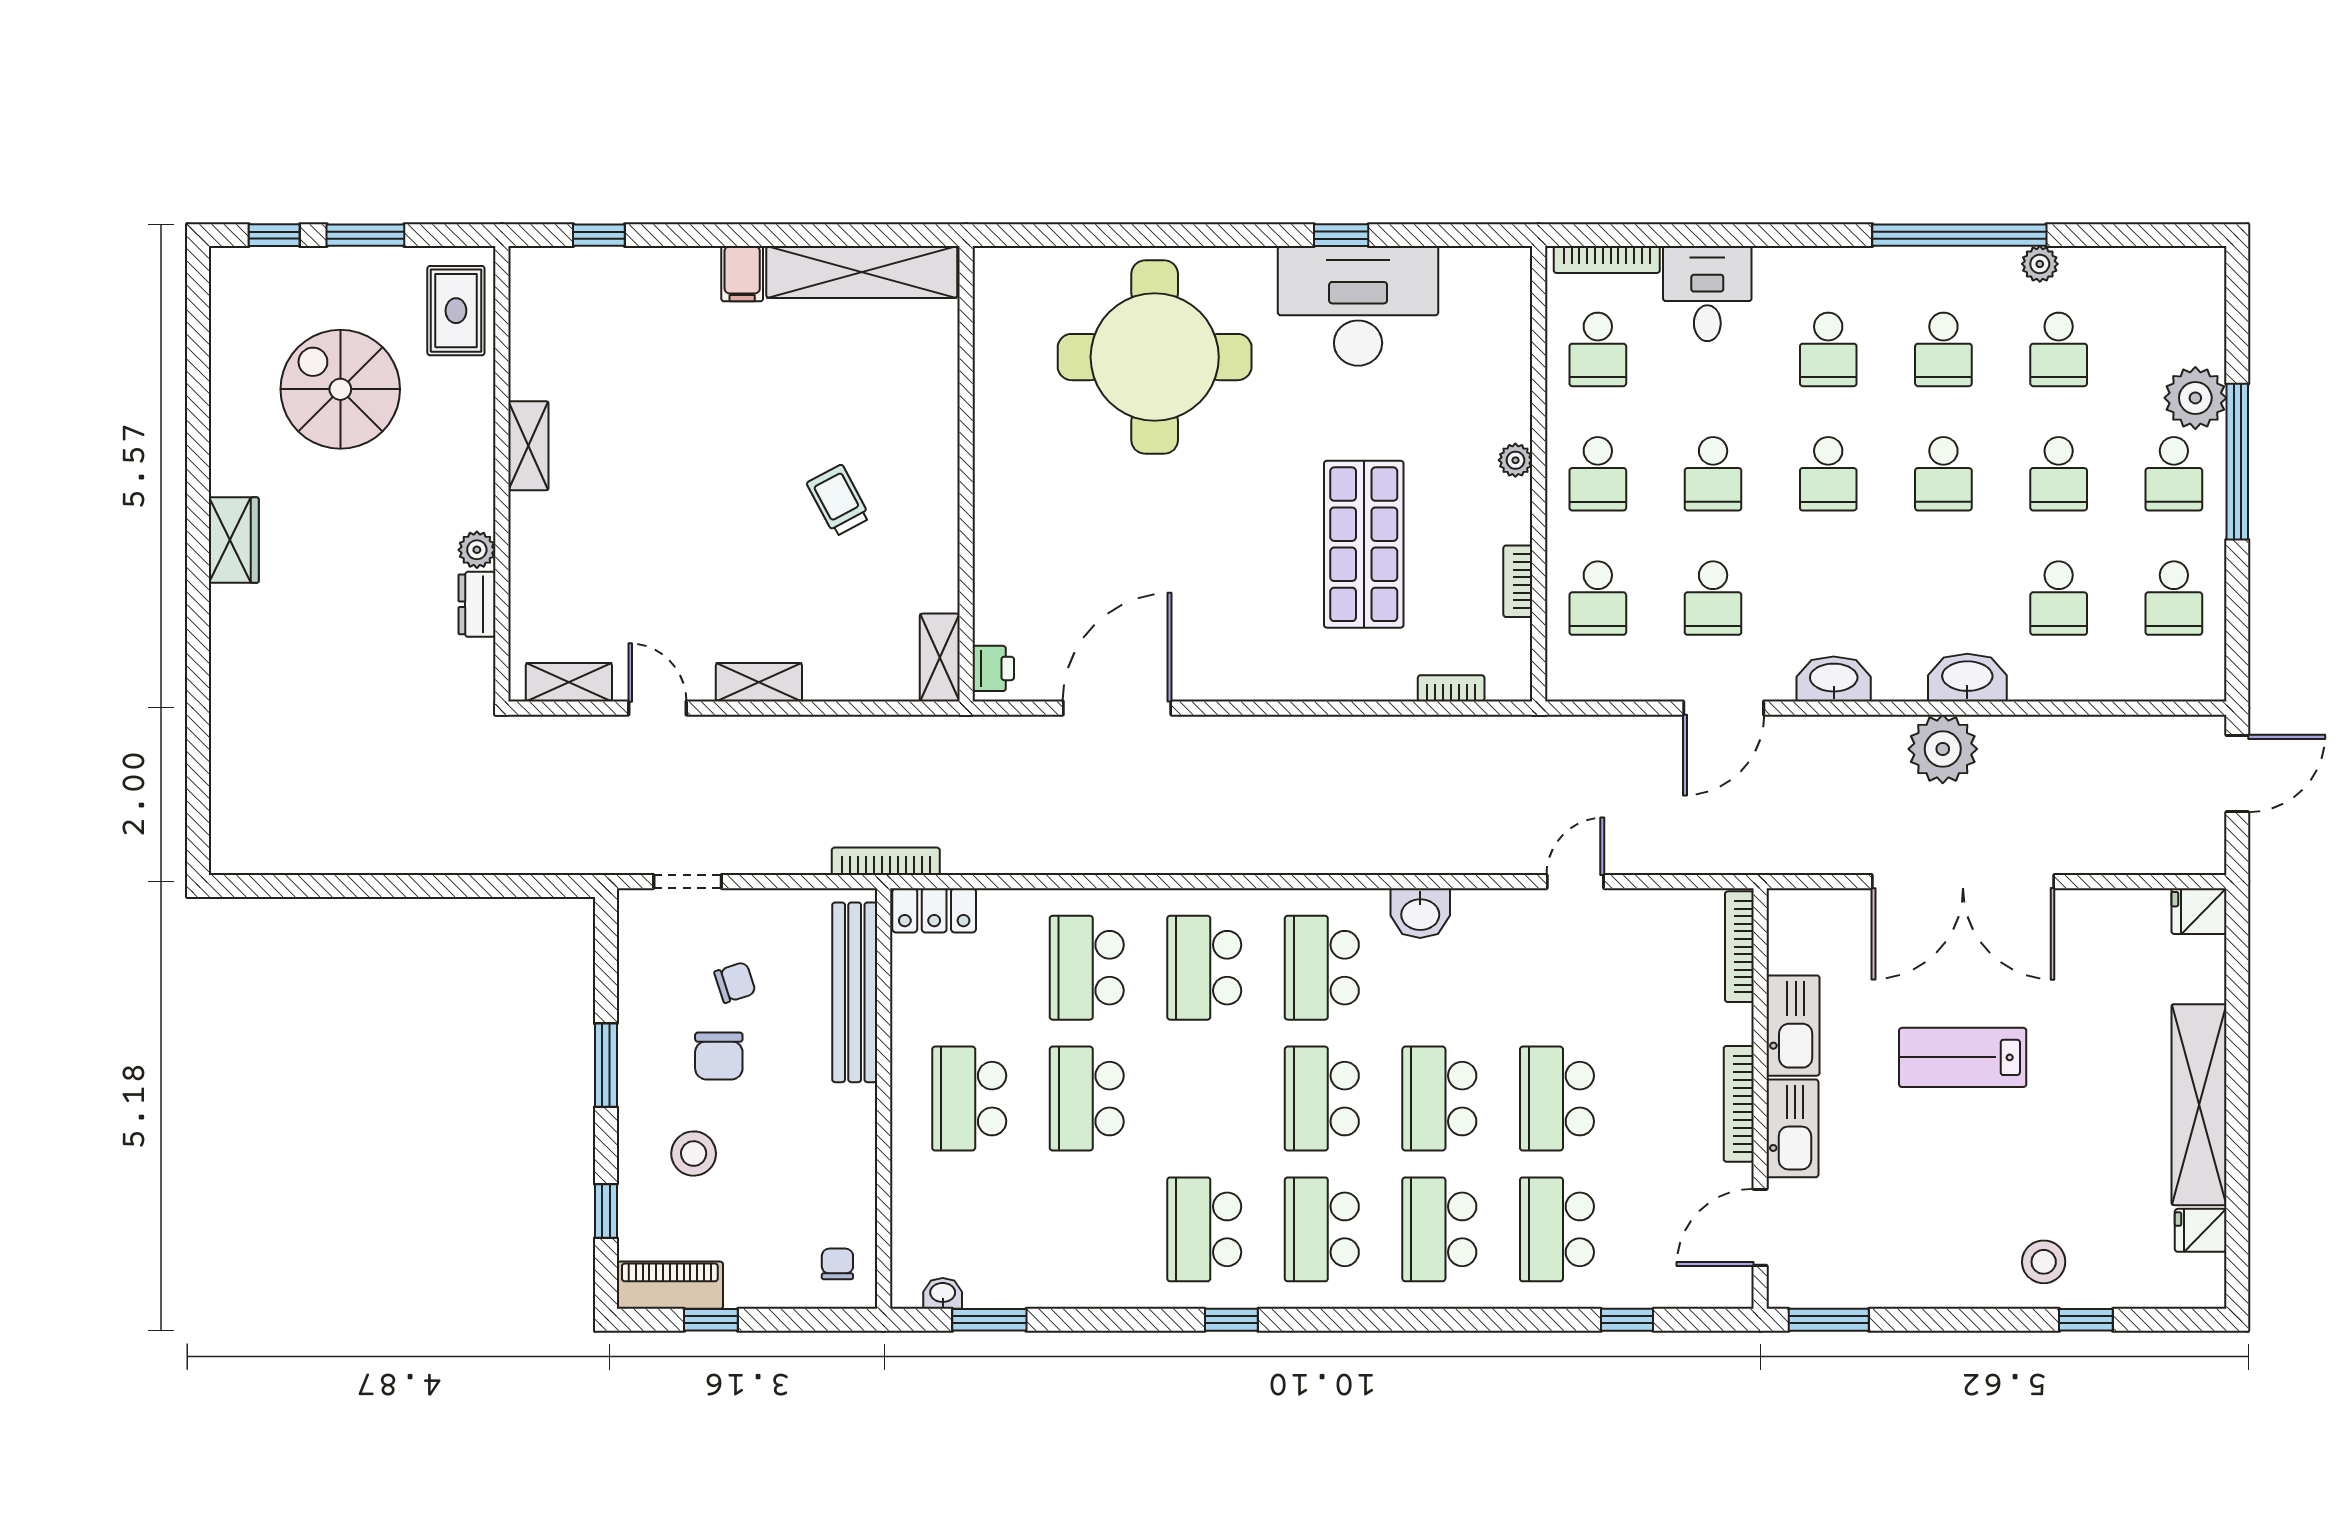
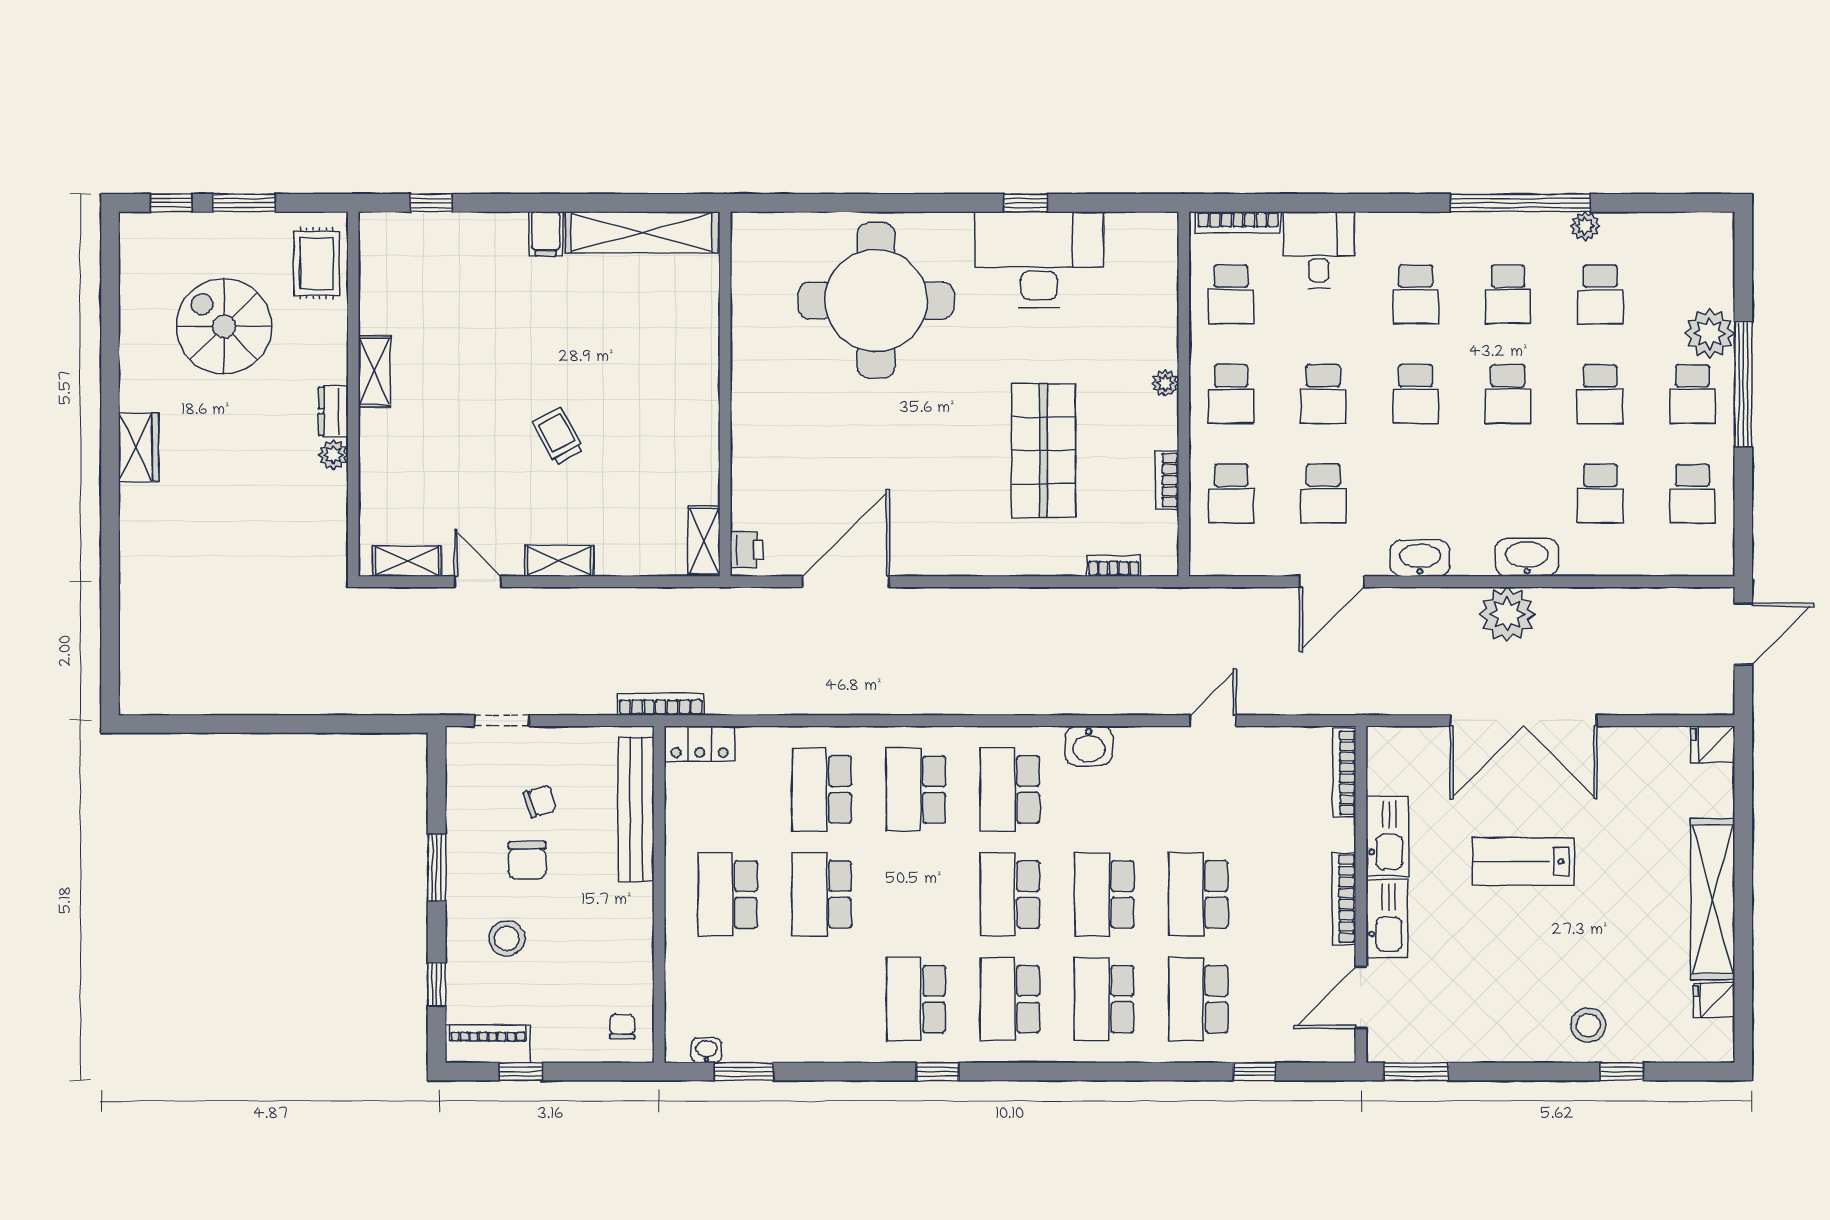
trolley: (838, 500) -> (558, 436), moved
dresser: (477, 604) -> (333, 411), moved

